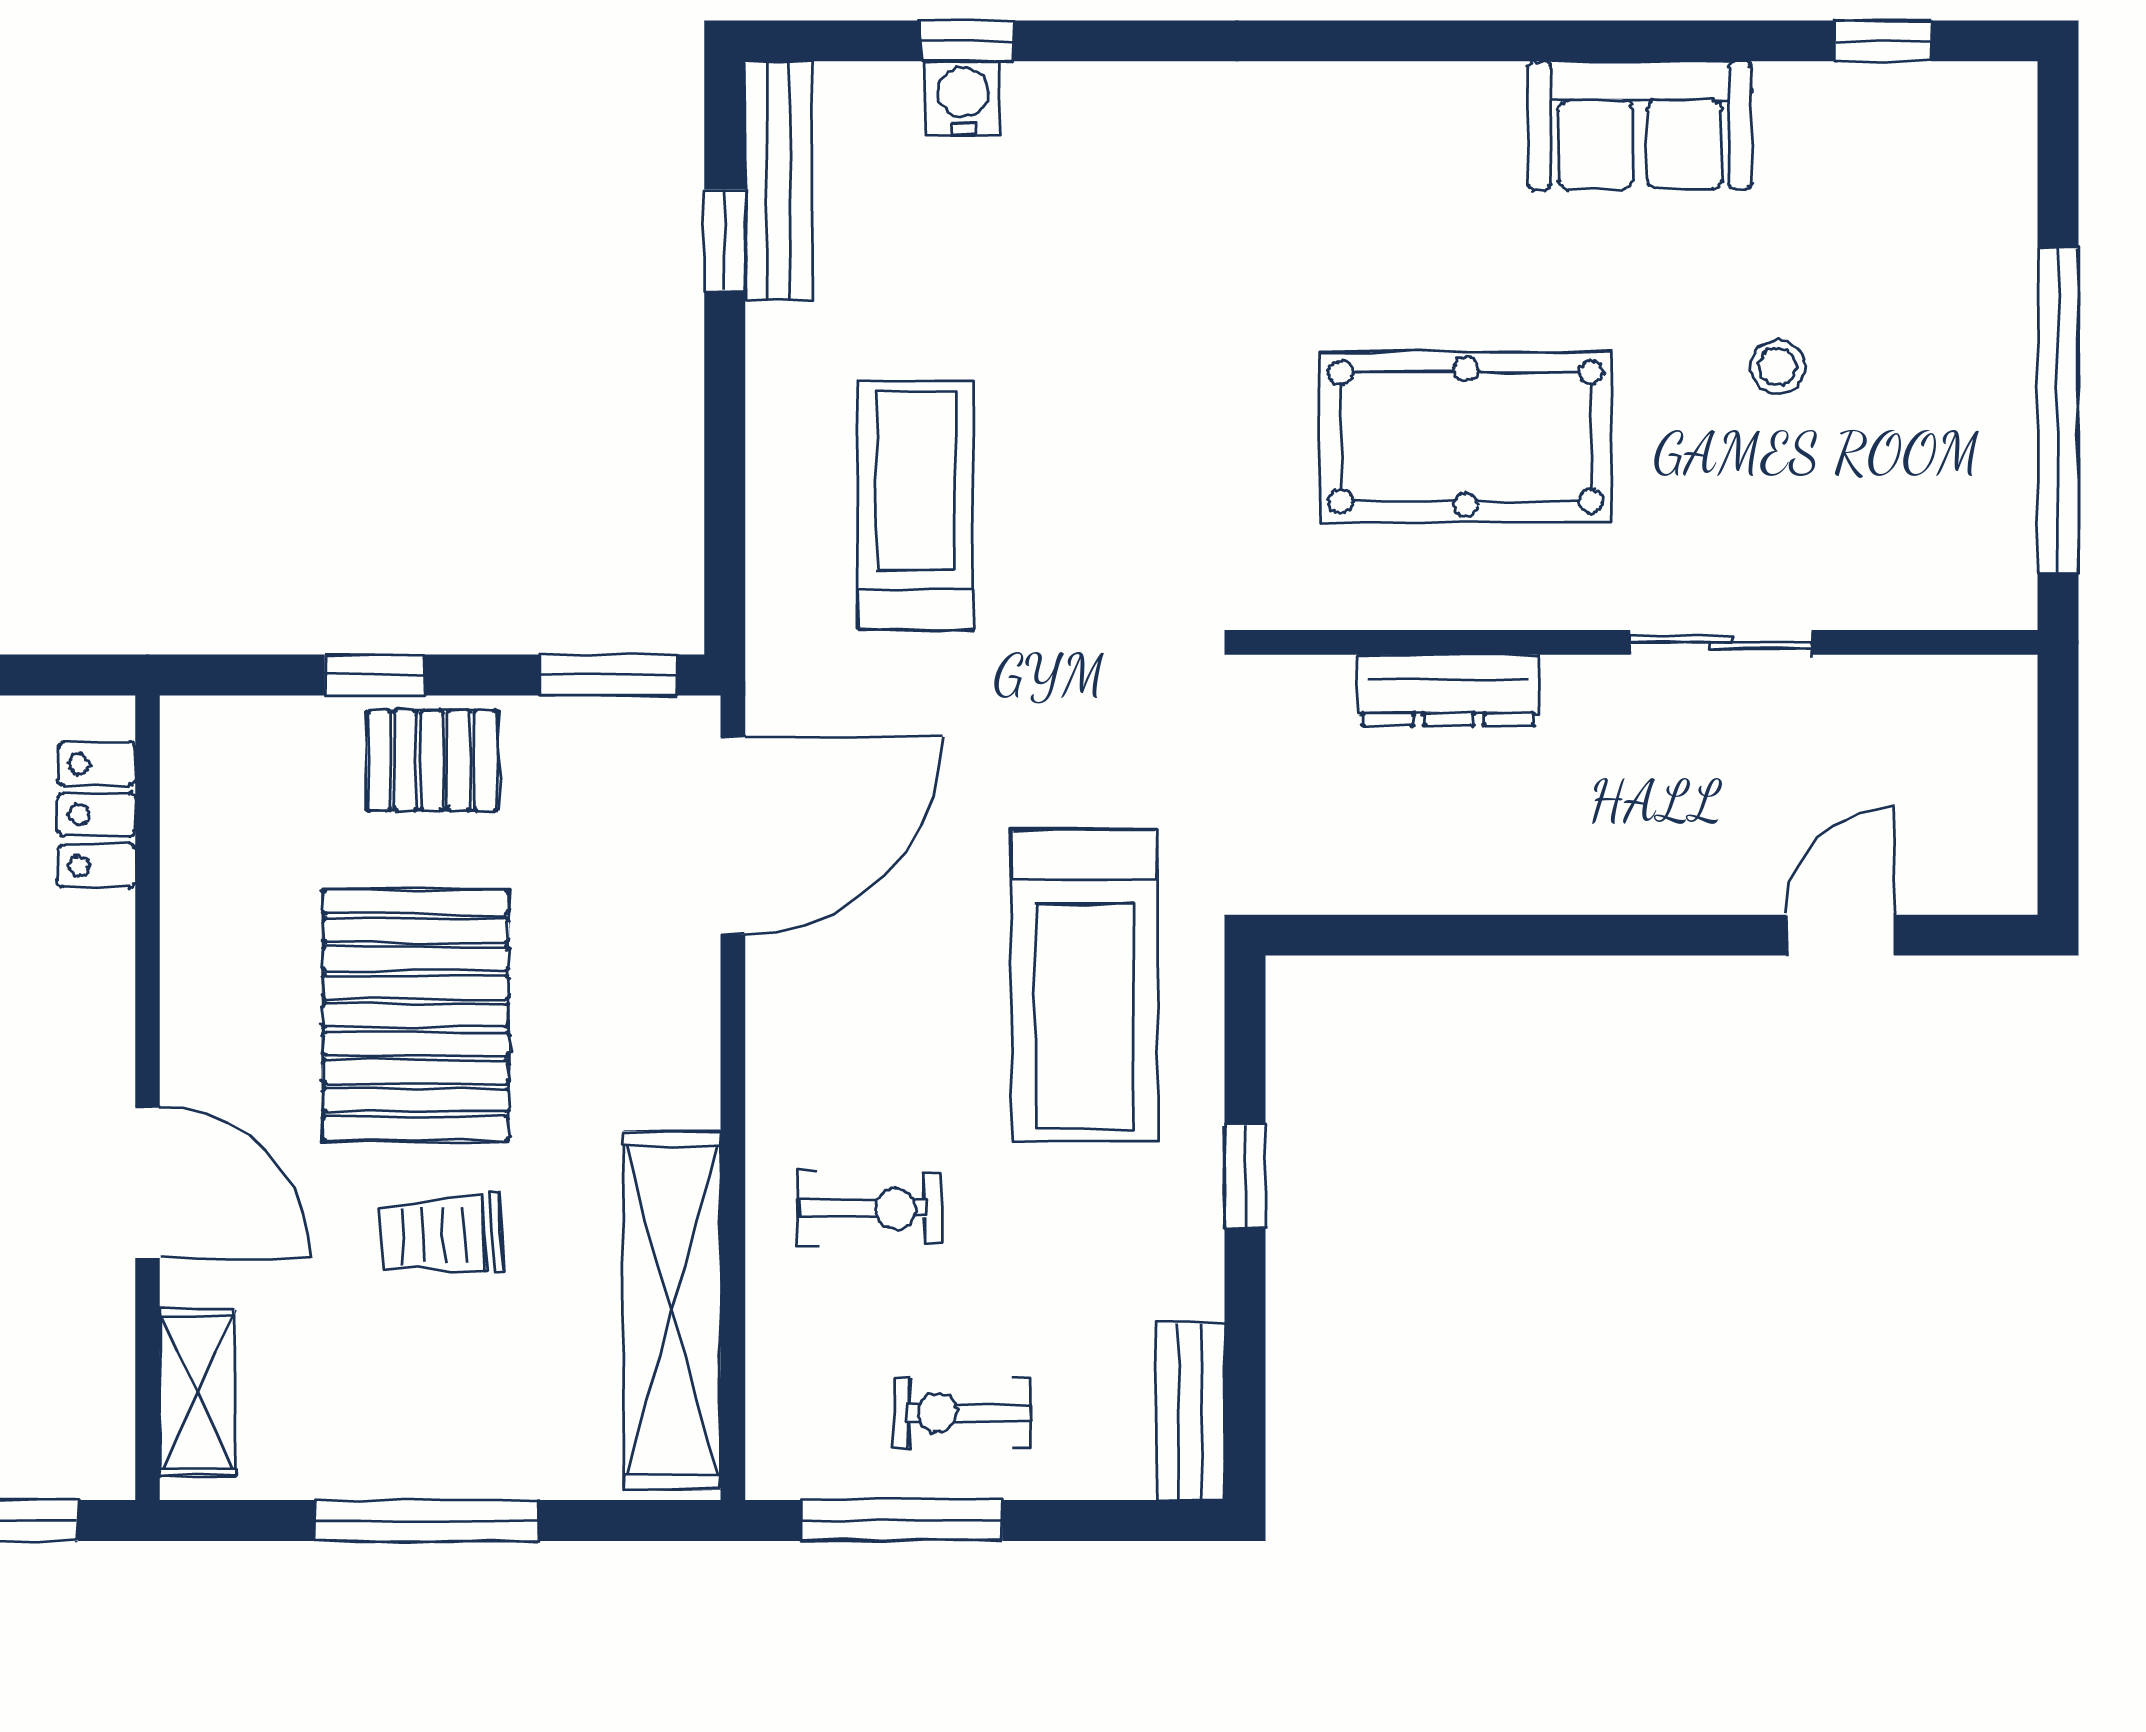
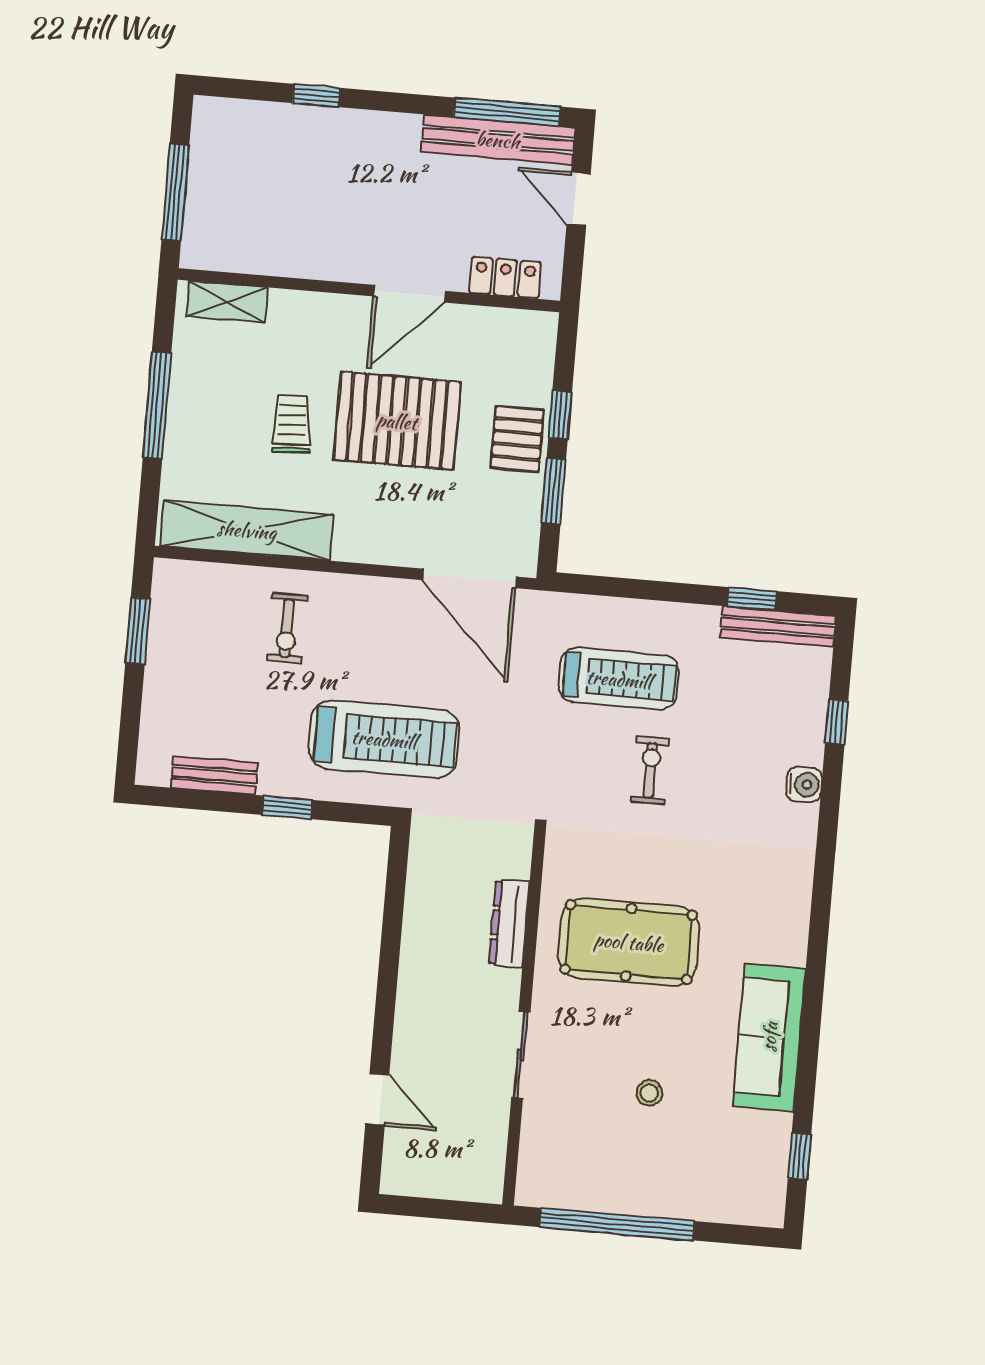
water cooler: (963, 98) -> (804, 785), moved
sofa: (1640, 125) -> (769, 1037), width x1.36
pool table: (1466, 437) -> (629, 942), turned 90
window: (609, 675) -> (554, 491), moved
treadmill: (1085, 985) -> (384, 739), turned 180
door: (148, 1183) -> (409, 294), moved
bench: (1191, 1411) -> (214, 775), moved
exercise bike: (962, 1413) -> (650, 770), moved
window: (902, 1520) -> (138, 631), width x0.69

